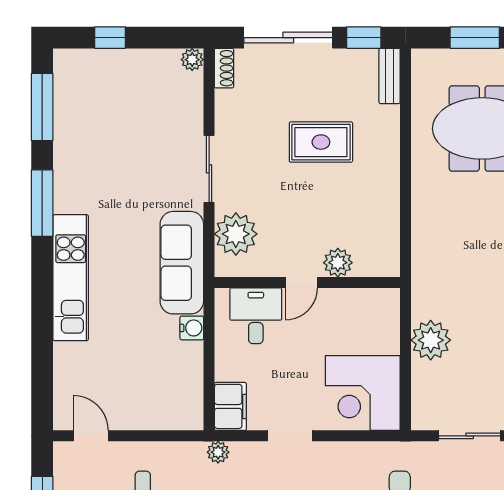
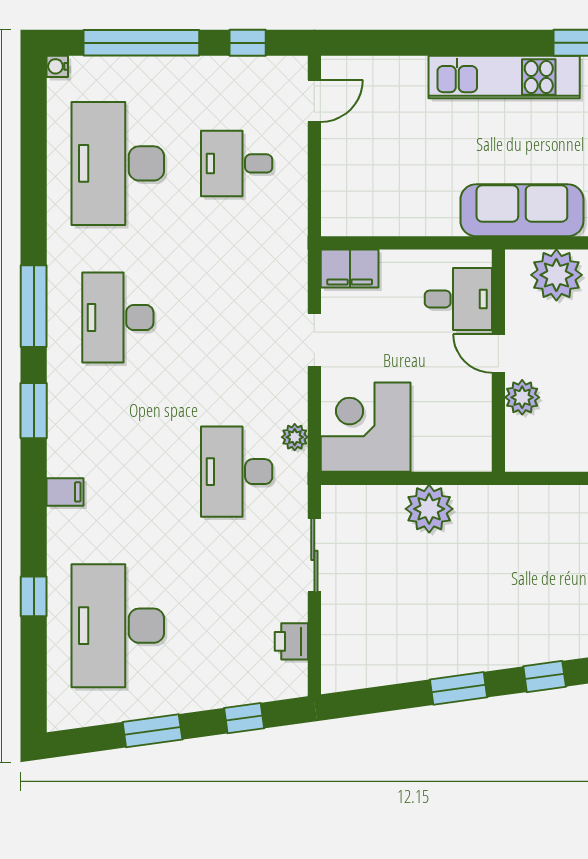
water cooler: (192, 328) -> (444, 222), removed
plant: (218, 452) -> (295, 437), moved

